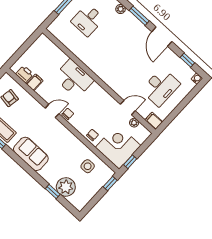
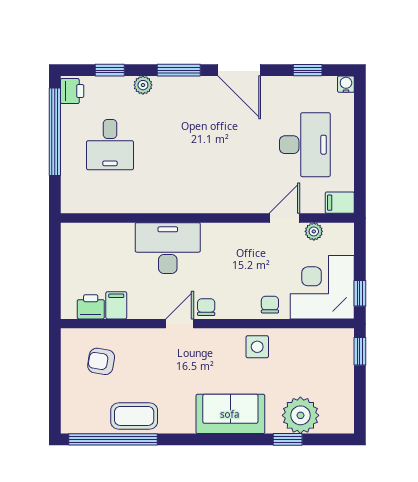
sofa: (31, 154) -> (230, 414), moved
side table: (88, 166) -> (257, 347), moved

